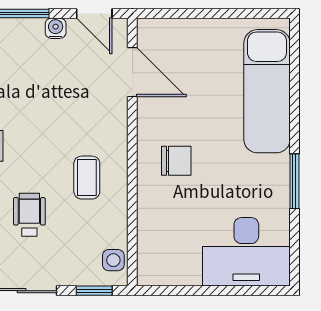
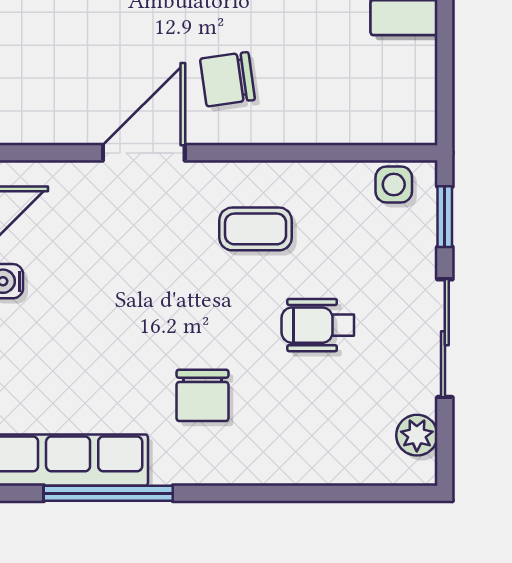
door: (132, 72) -> (144, 153), moved
chair: (176, 161) -> (228, 79), turned -98

